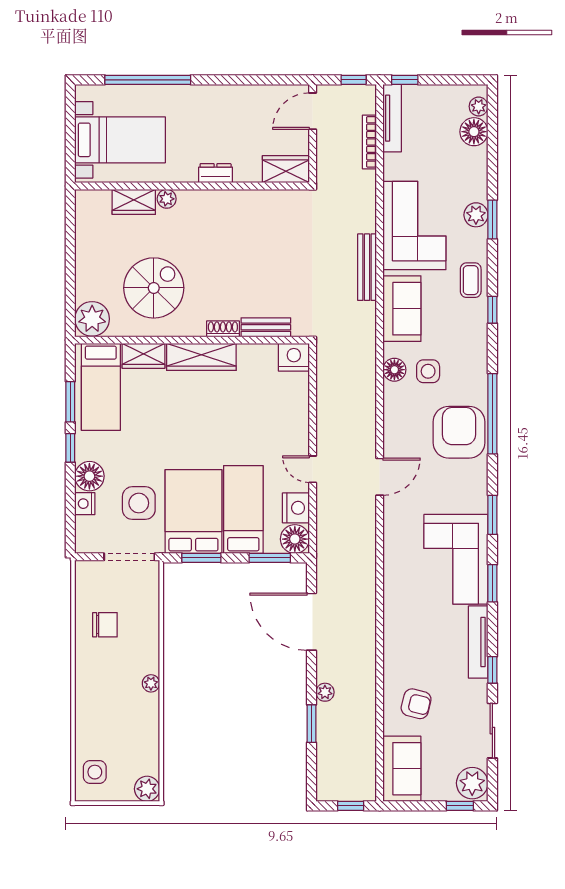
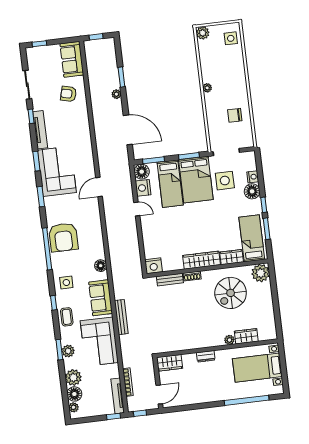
side table: (428, 371) -> (66, 283), moved
door: (380, 477) -> (99, 187), moved
plant: (472, 783) -> (73, 378), moved

